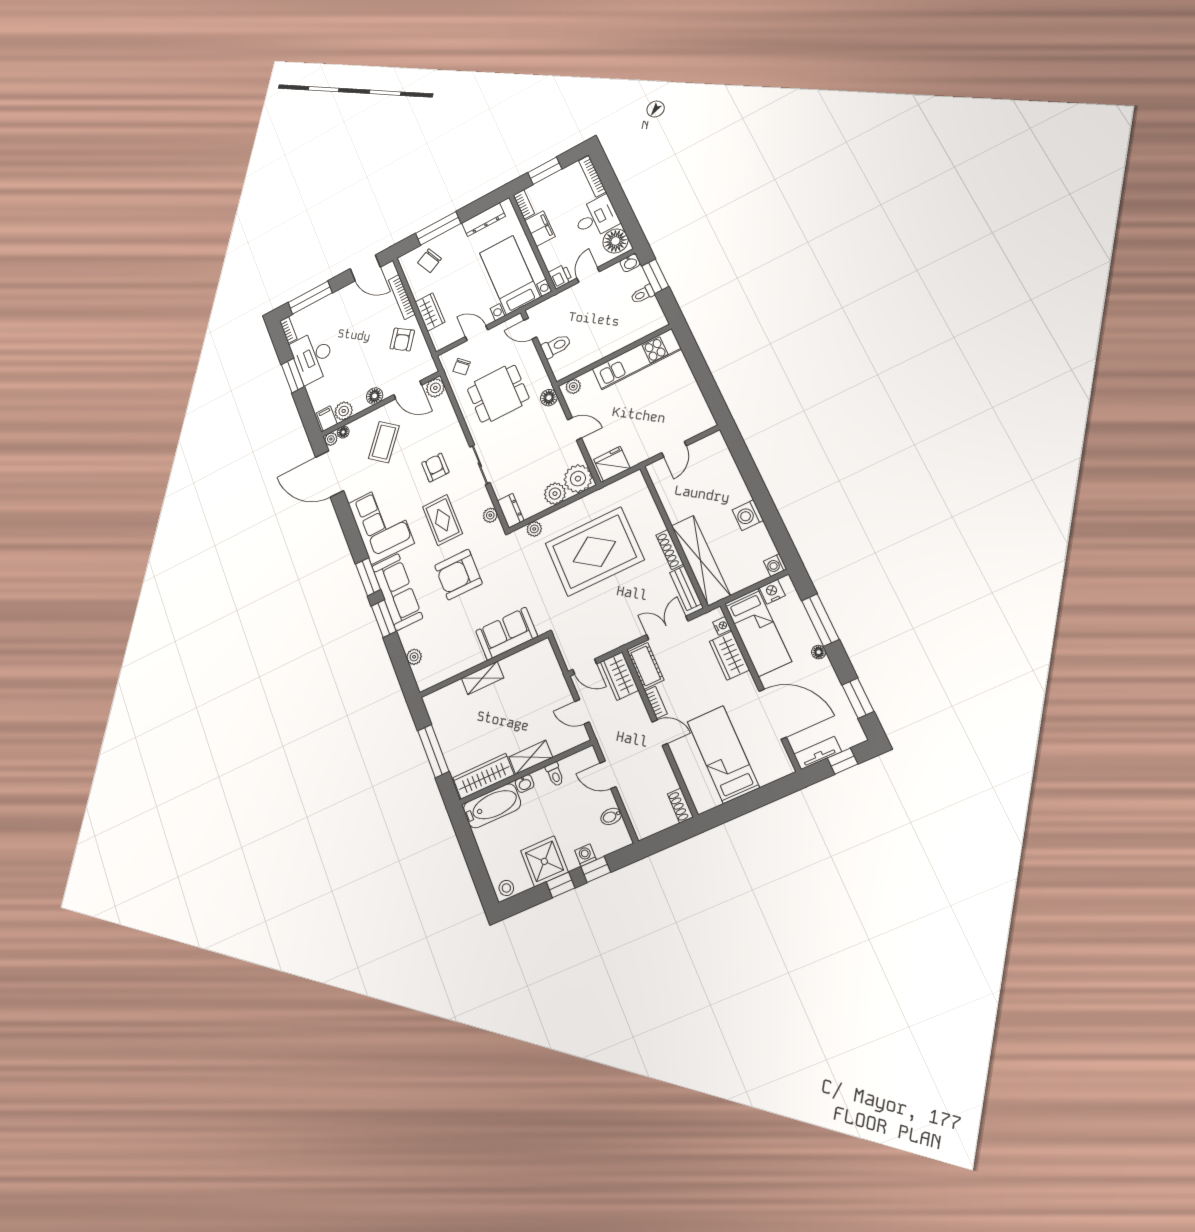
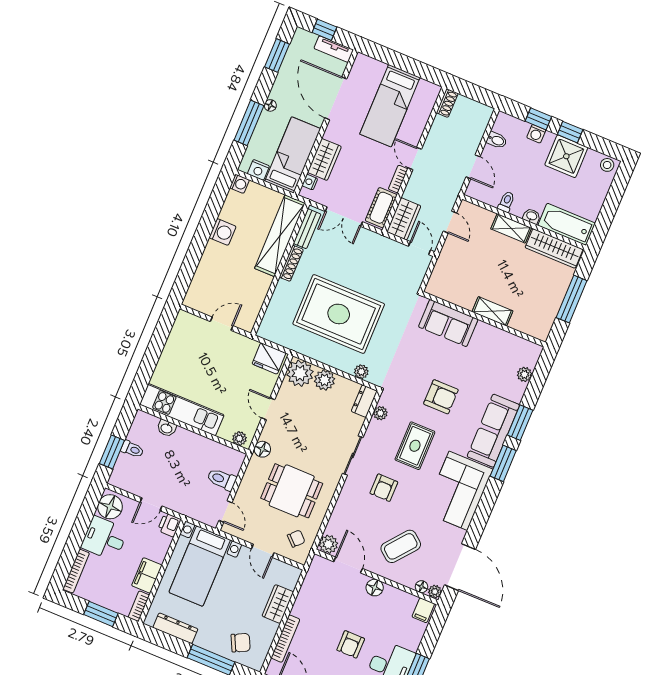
washbasin: (630, 263) -> (167, 428), moved, turned 180
armchair: (402, 339) -> (351, 644), moved, turned 145
plant: (344, 411) -> (406, 602), removed
armchair: (458, 575) -> (441, 397), width x0.73, depth x0.73

